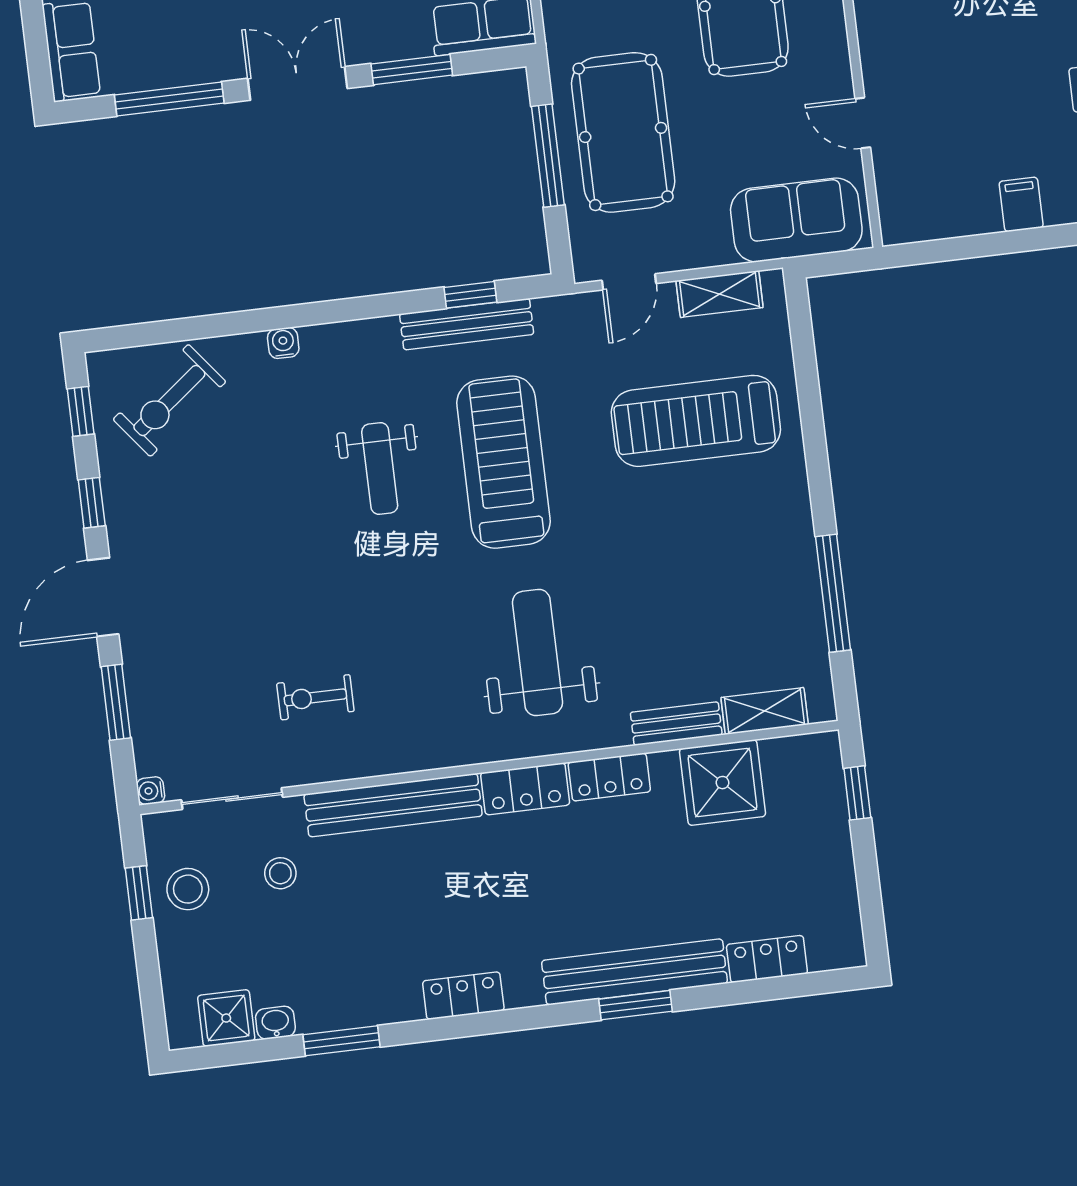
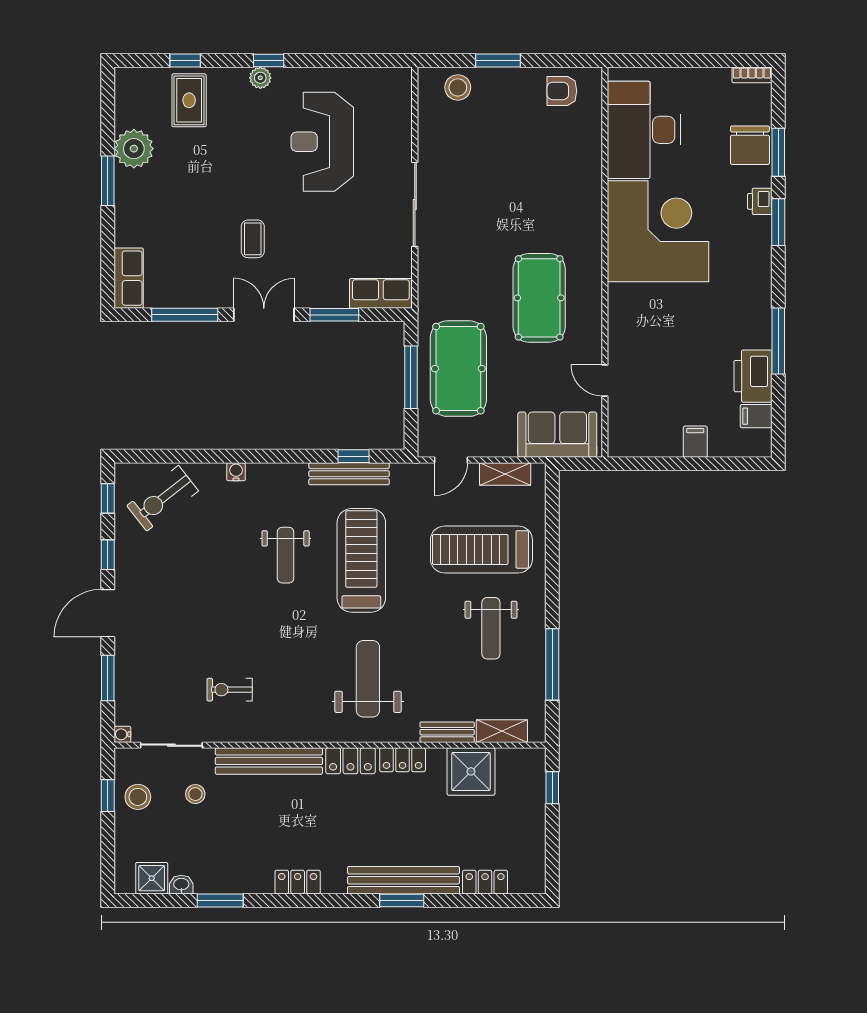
weight bench: (727, 547) -> (491, 628), added

